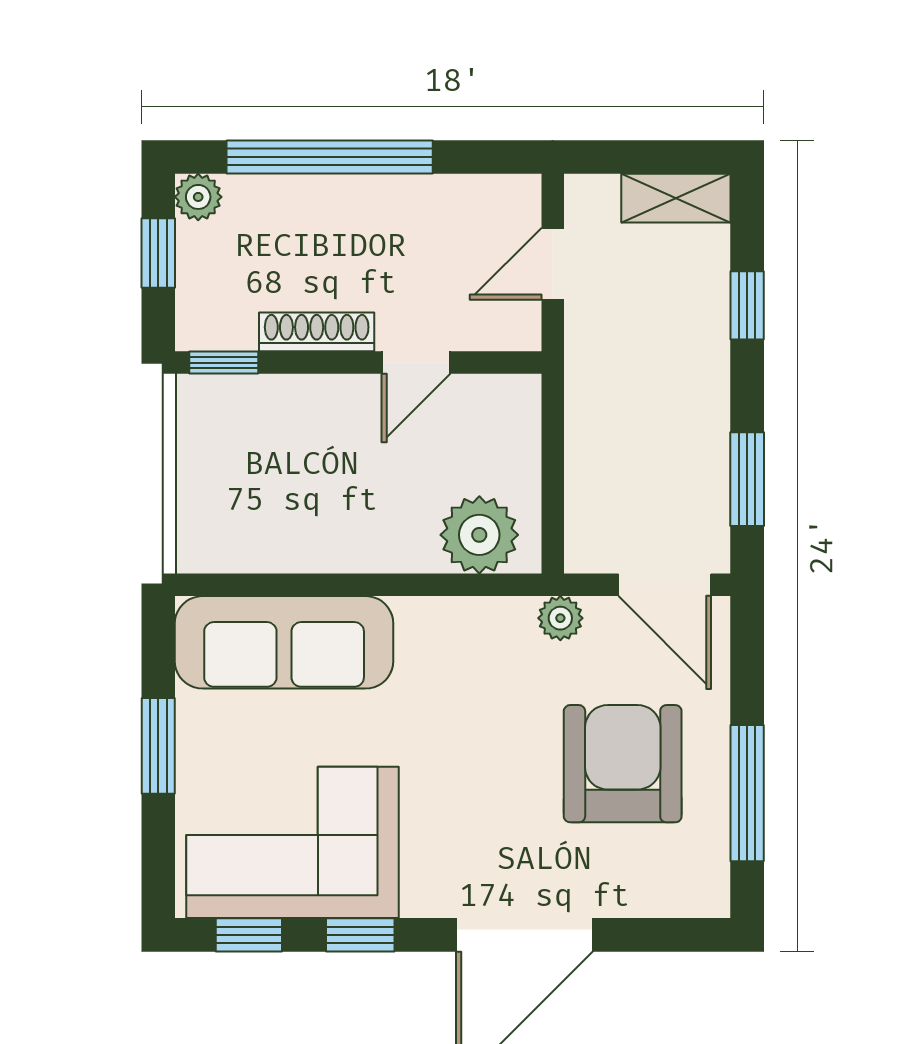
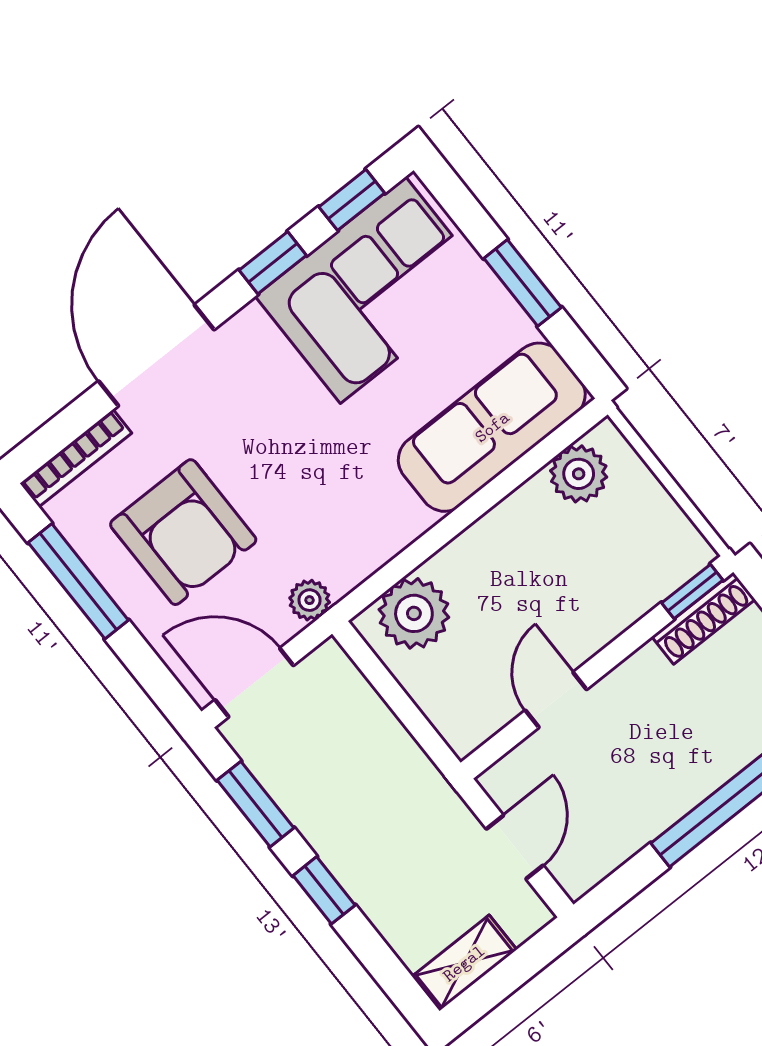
window: (747, 305) -> (324, 890), moved
shoe rack: (317, 332) -> (703, 618), moved
plant: (241, 542) -> (579, 474), added
bookcase: (665, 901) -> (76, 458), added

